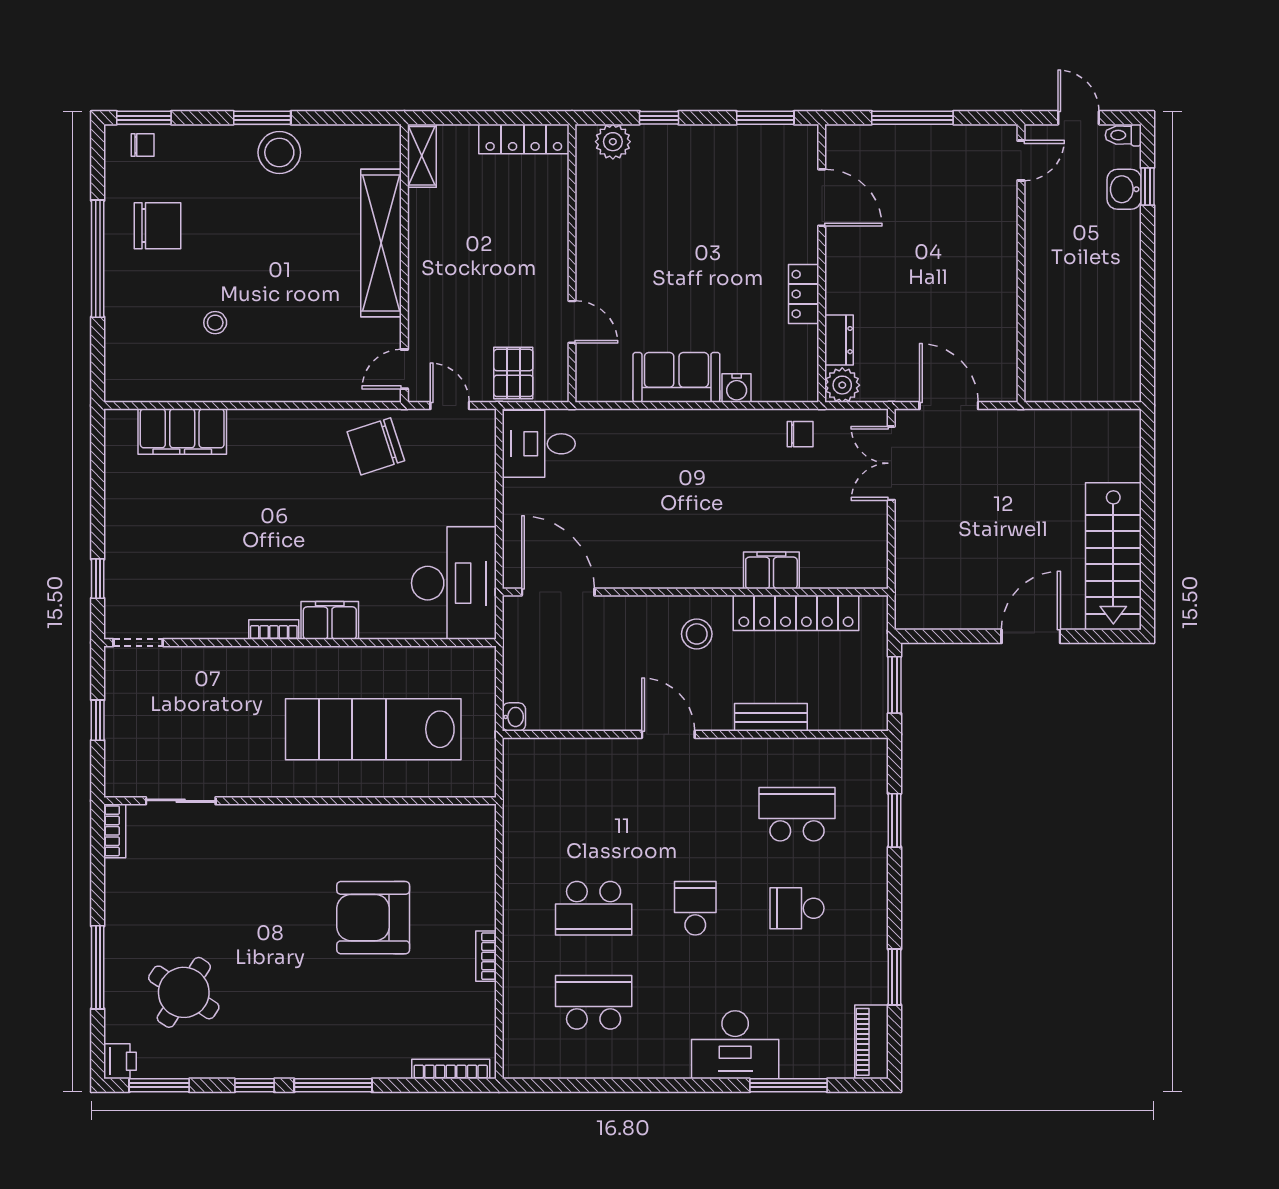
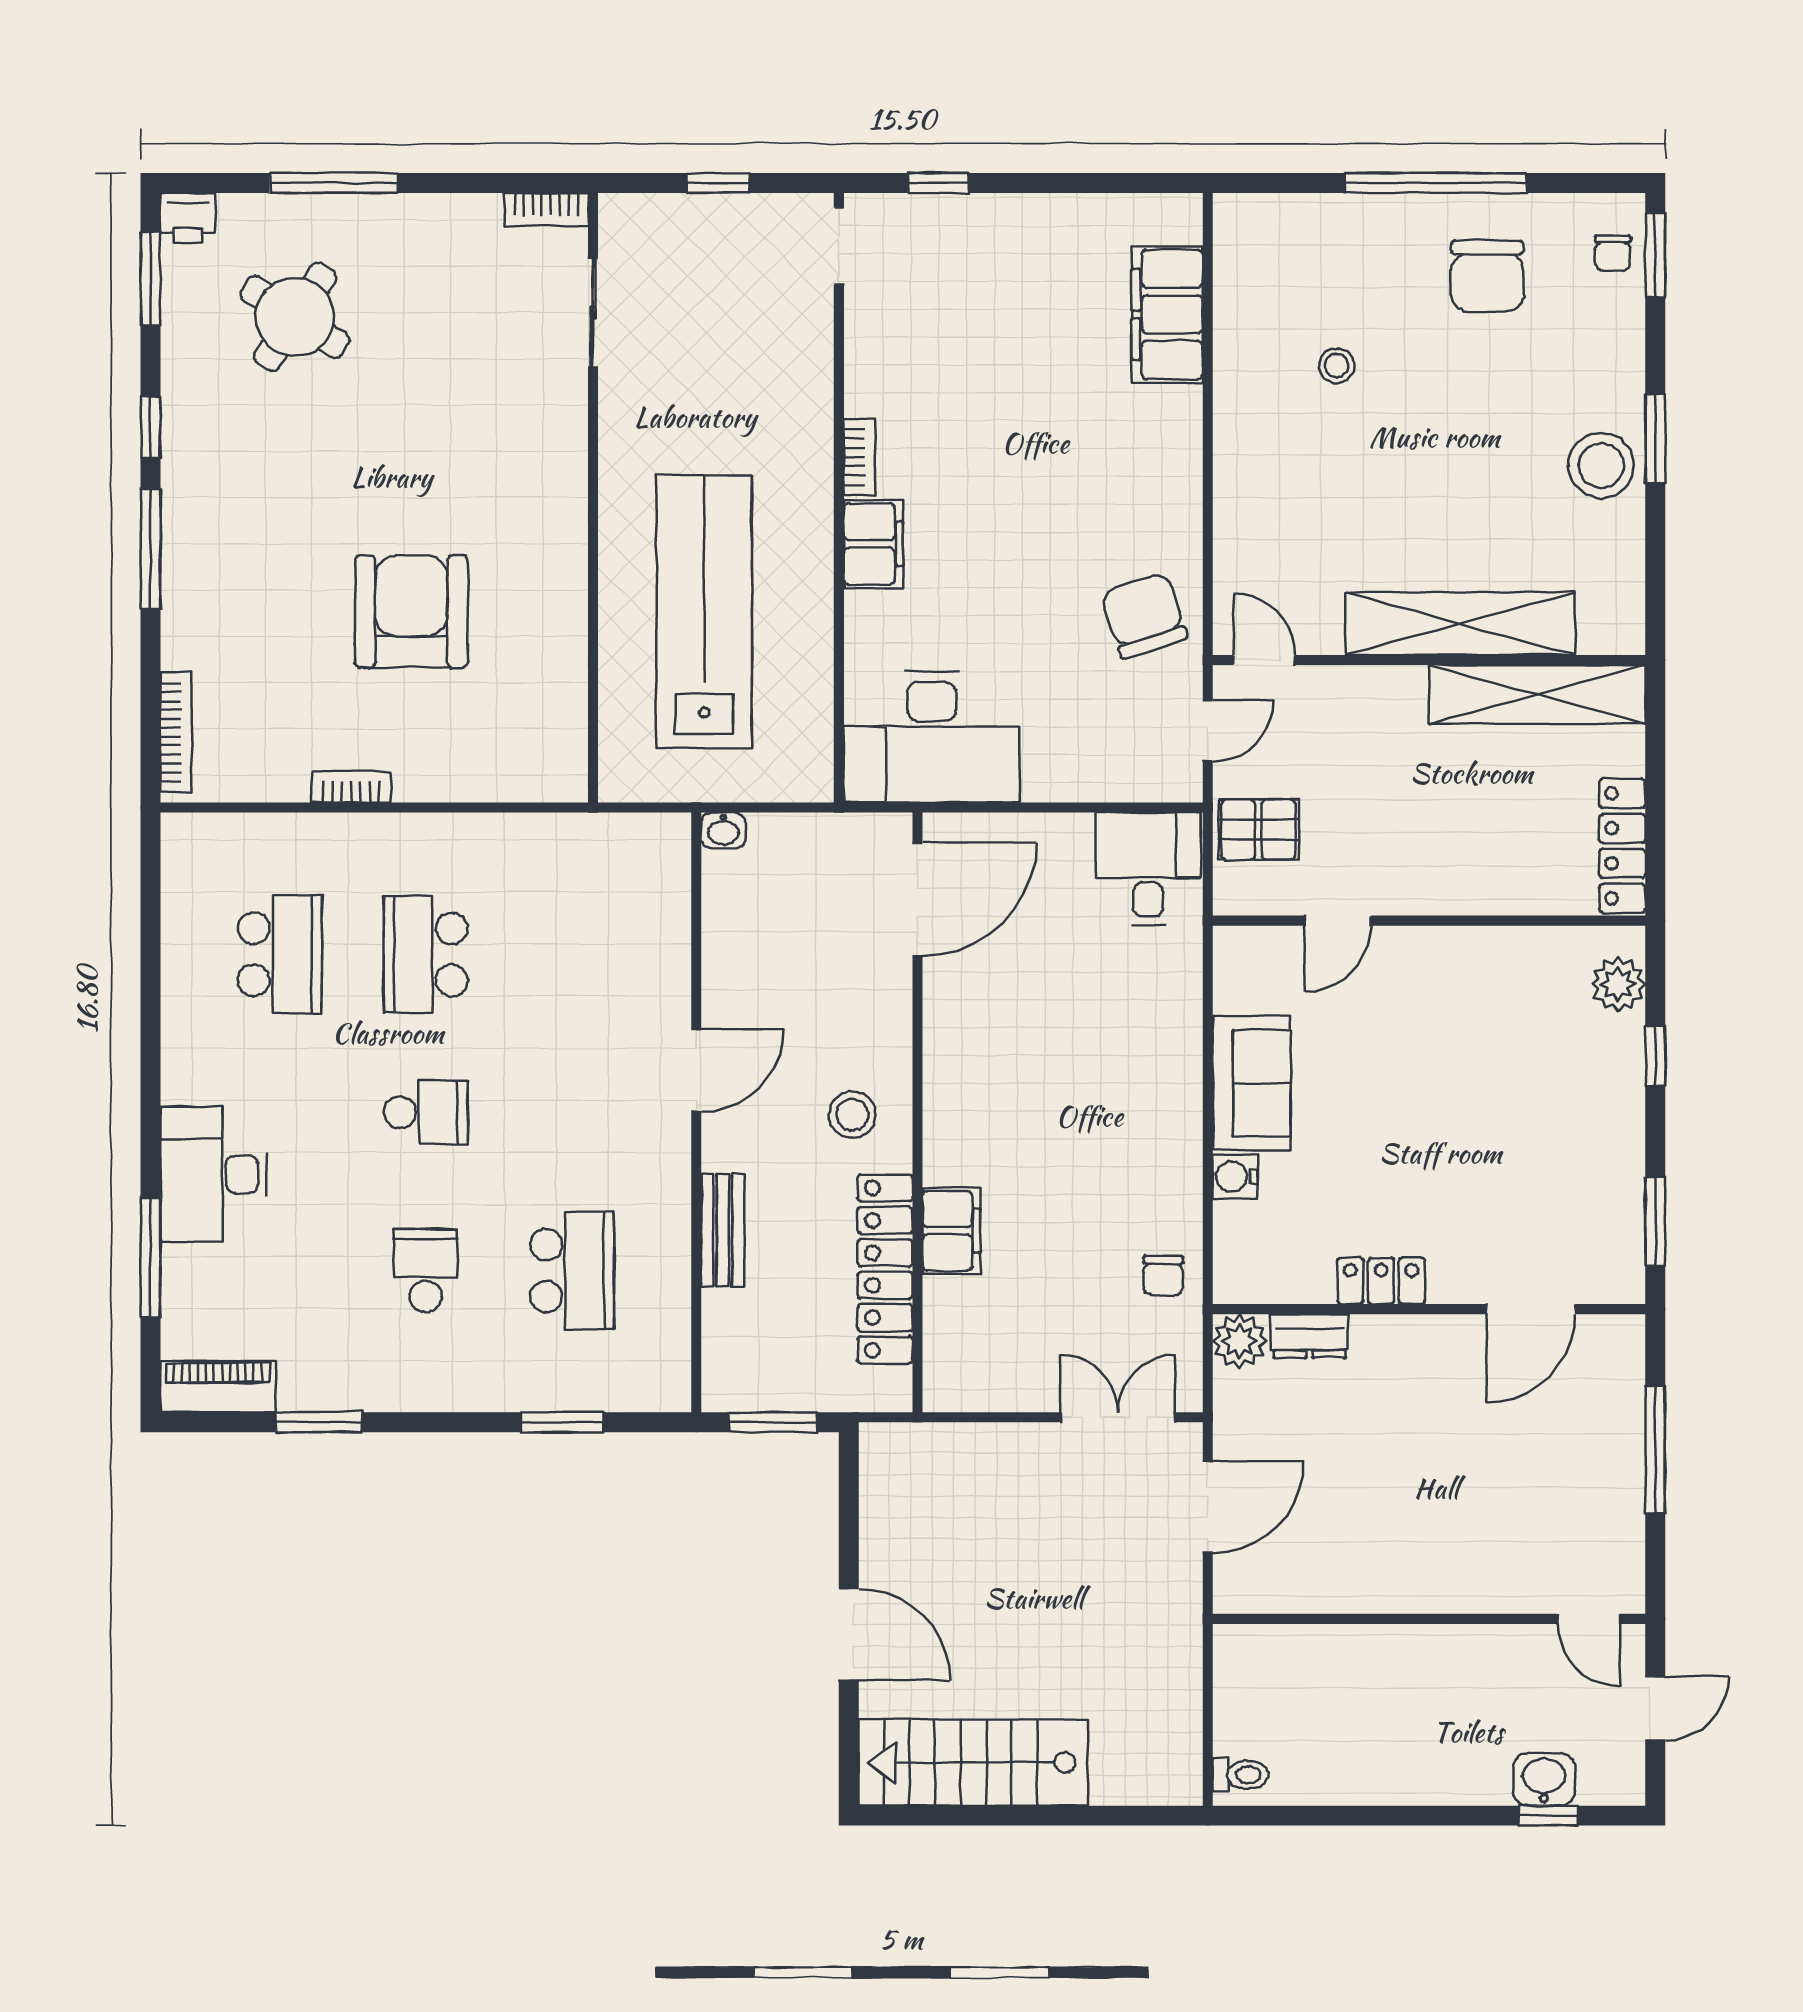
toilet: (1123, 135) -> (1240, 1775), moved, turned 90
shelving: (422, 156) -> (1537, 694), width x2.20, depth x1.33

